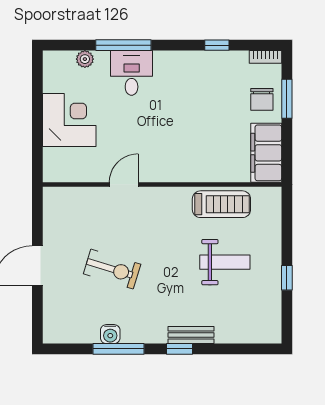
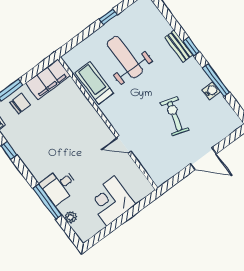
weight bench: (225, 262) -> (125, 57), width x1.36, depth x1.33

